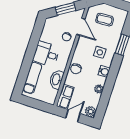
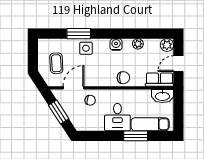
side table: (100, 52) -> (86, 48), moved
window: (27, 64) -> (136, 136), added
washbasin: (56, 79) -> (162, 96), moved
door: (73, 116) -> (178, 64), hinge flipped

